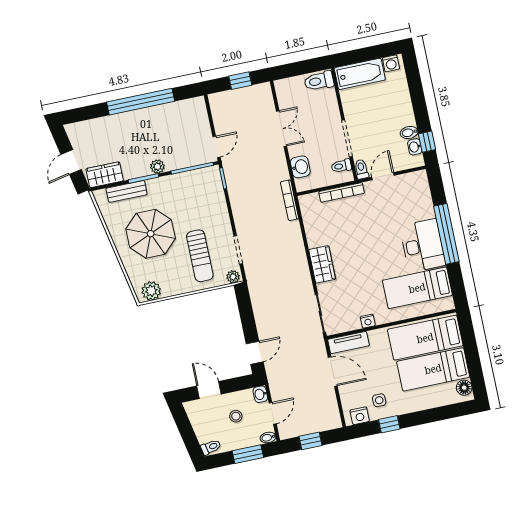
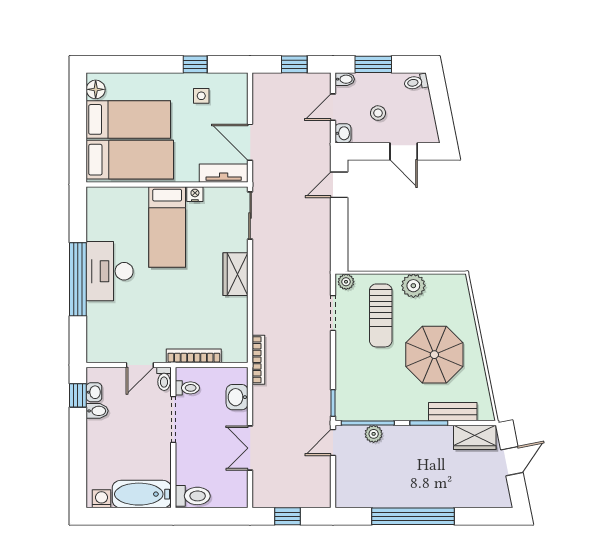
plant: (157, 167) -> (374, 434), moved
sun lounger: (200, 256) -> (381, 315), turned 180
bed: (417, 288) -> (167, 227), moved, turned 90
plant: (151, 291) -> (413, 286), moved
nightstand: (360, 416) -> (229, 82), removed

